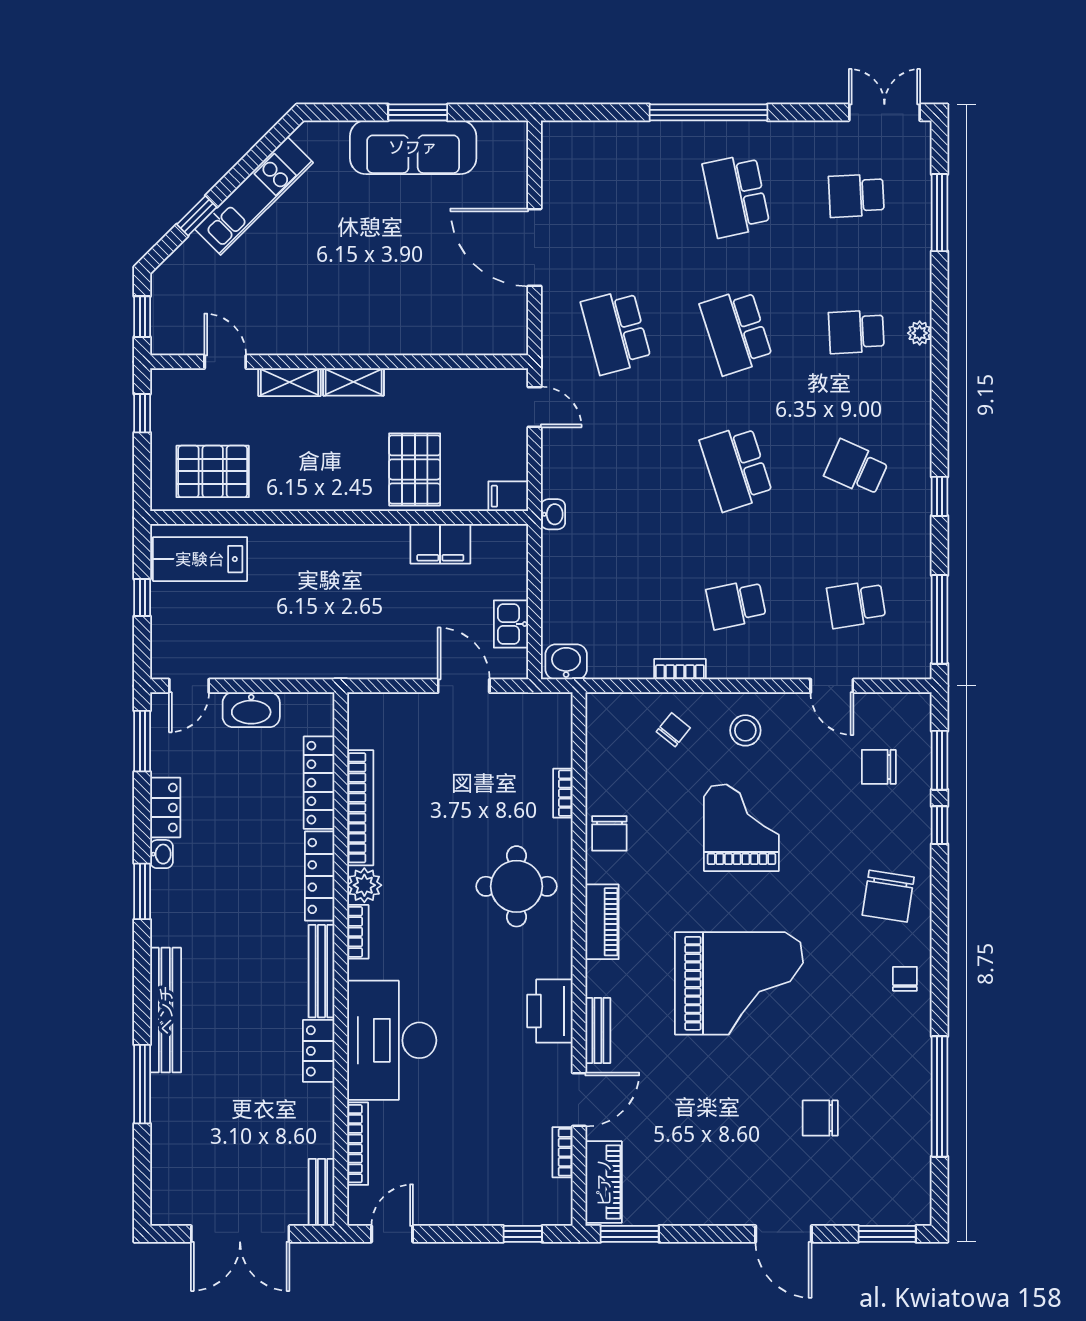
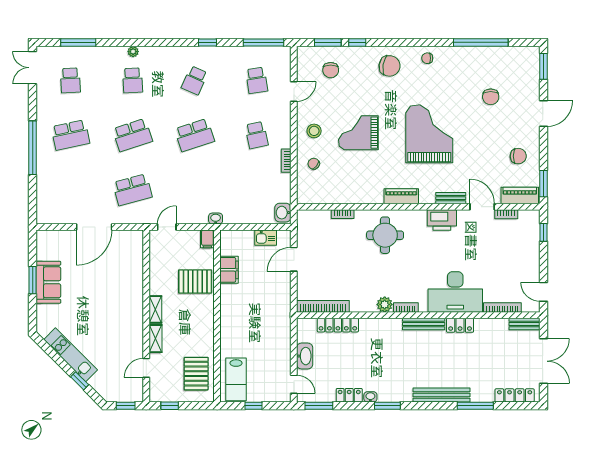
sofa: (413, 147) -> (48, 282), width x0.73
bookcase: (360, 808) -> (323, 306), moved
chair: (609, 833) -> (518, 156), moved
locker: (320, 876) -> (515, 395), moved, turned 180

